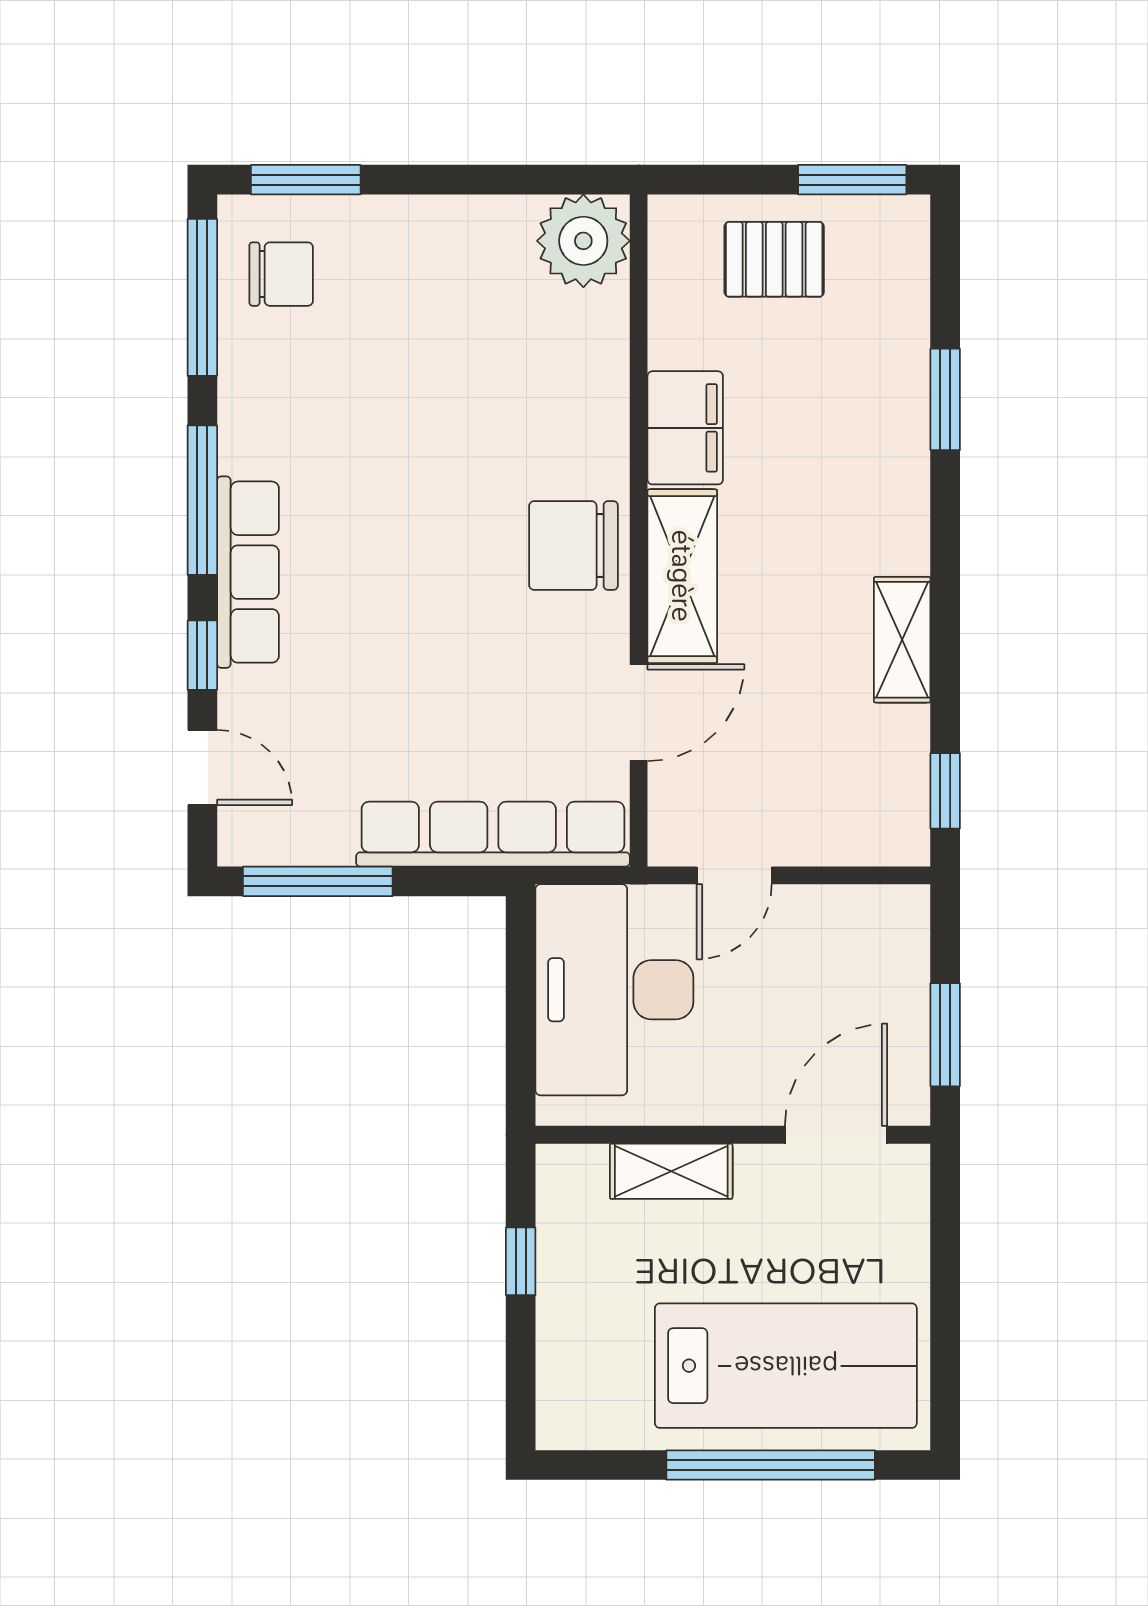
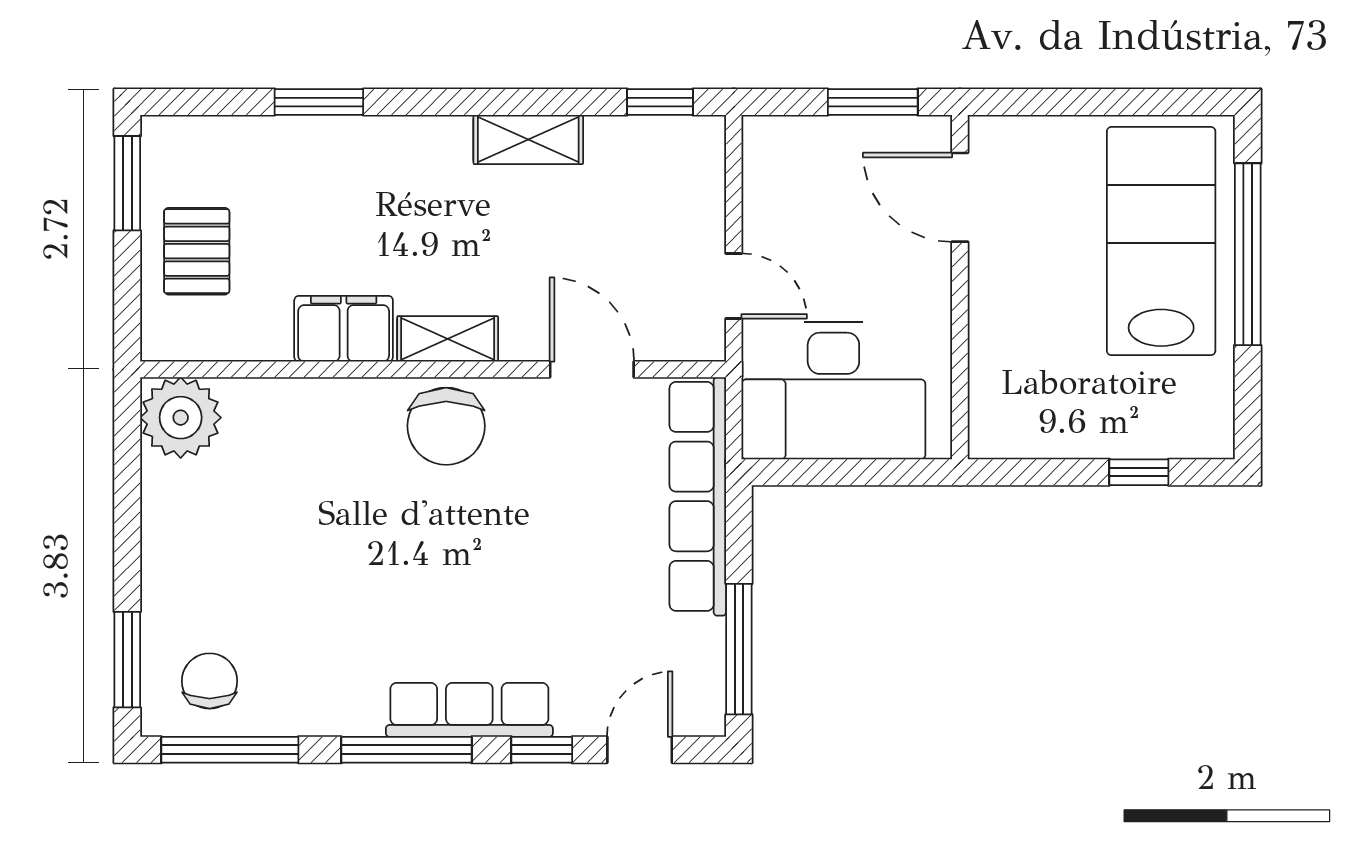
shelving: (682, 576) -> (448, 339), width x0.67, depth x0.75
shelving: (671, 1171) -> (992, 341), removed
window: (521, 1261) -> (1139, 472), moved

